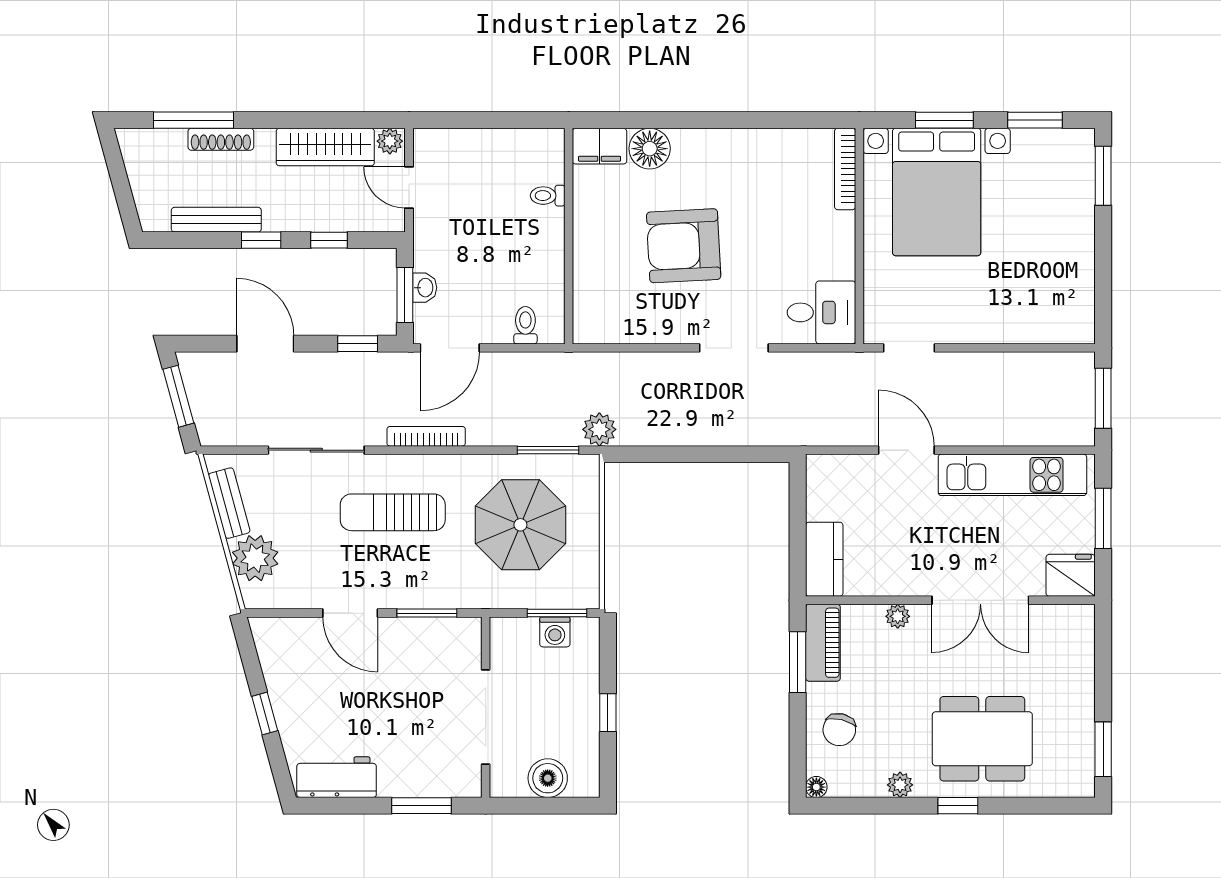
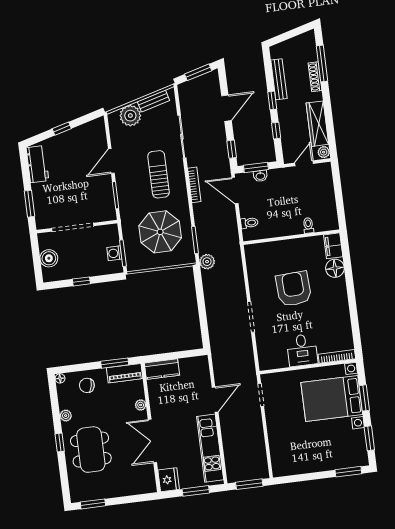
desk: (821, 312) -> (302, 350), moved

